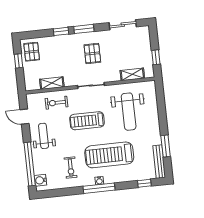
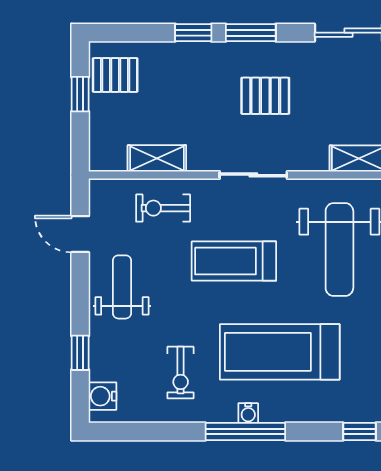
pallet: (32, 52) -> (115, 75), turned 90
pallet: (92, 53) -> (265, 96), turned 90
window: (30, 164) -> (80, 353), width x0.32

